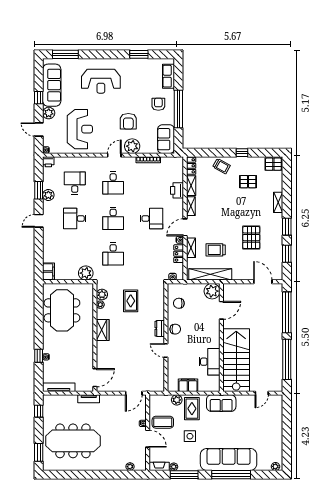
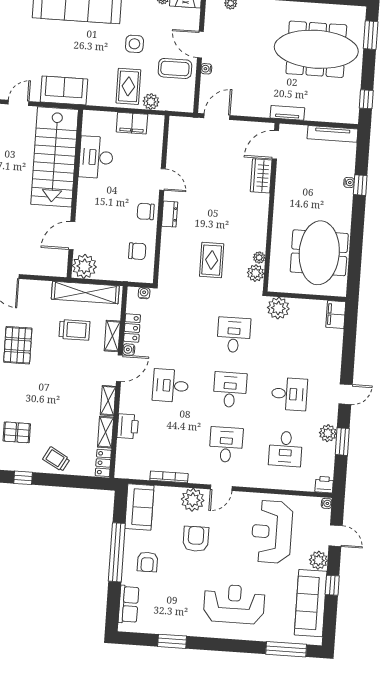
wardrobe: (103, 330) -> (261, 176), moved
sofa: (221, 403) -> (64, 90), moved

